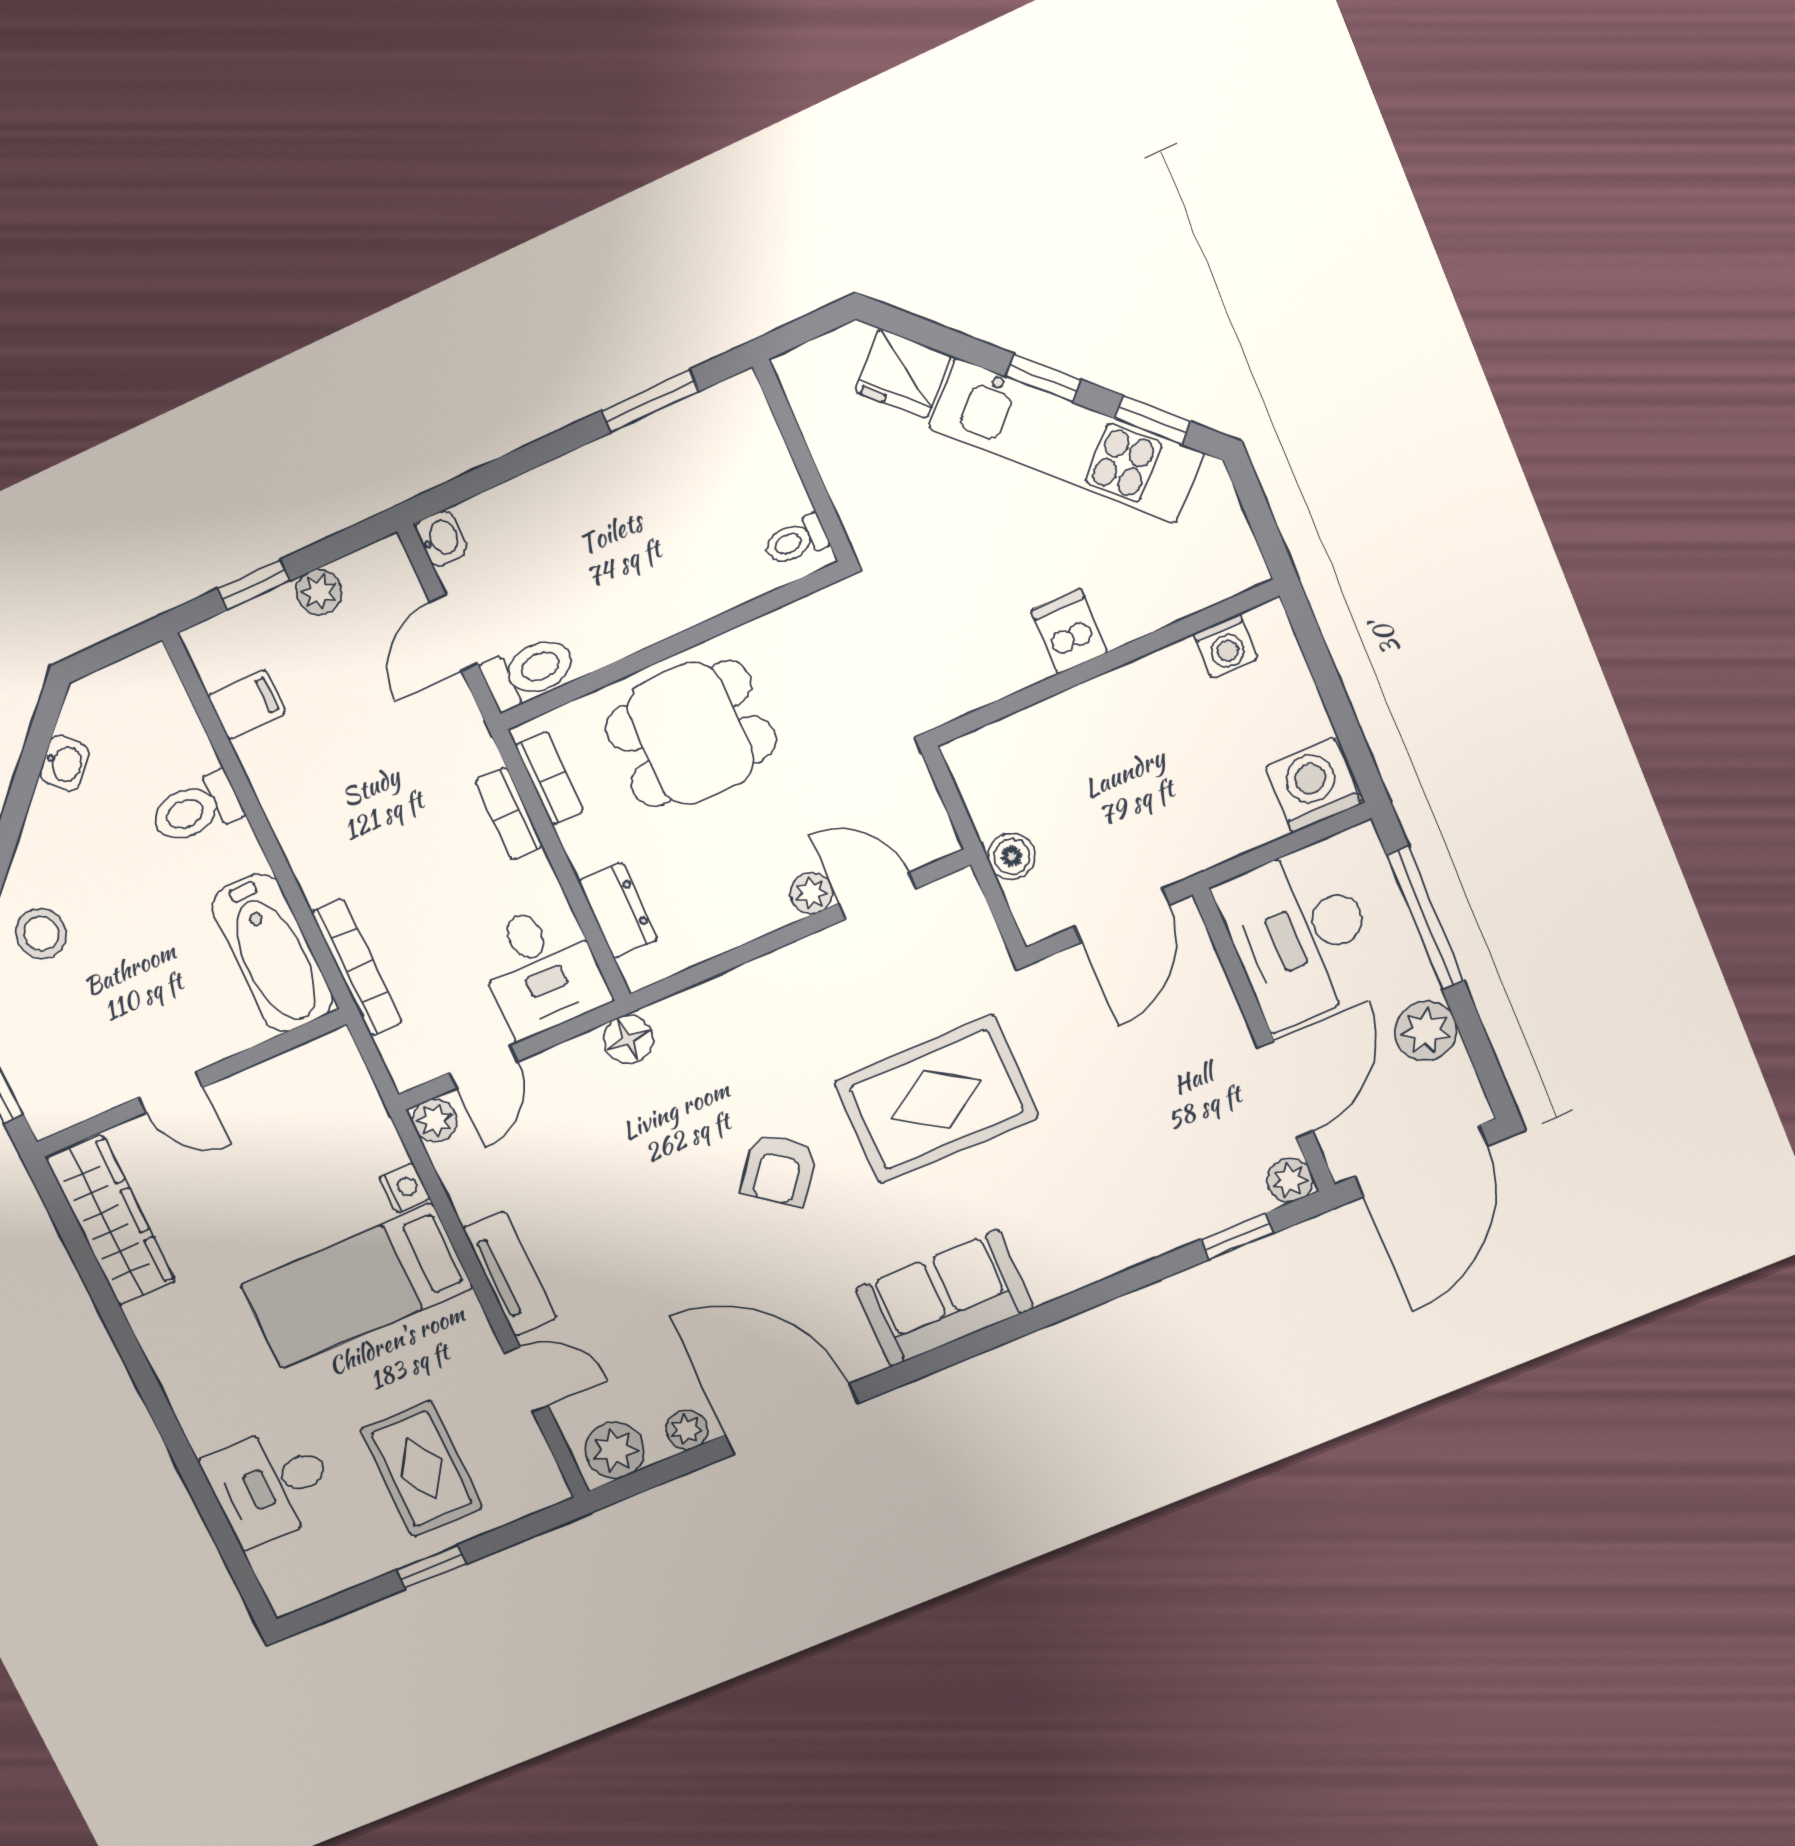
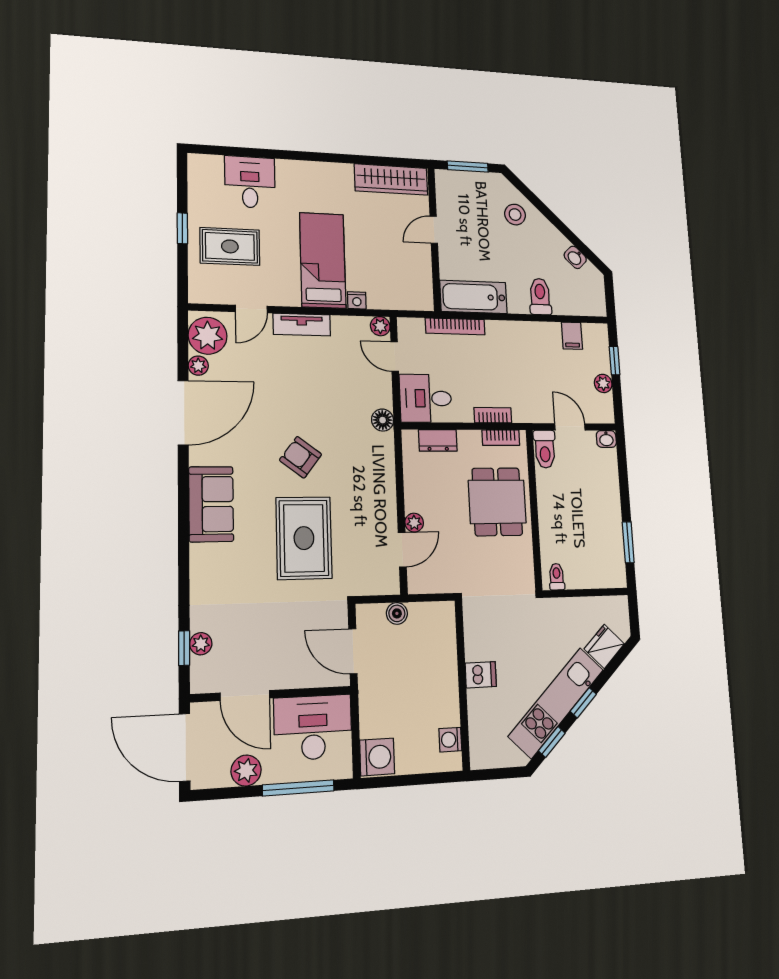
plant: (1290, 1180) -> (201, 644), moved
plant: (615, 1450) -> (208, 336), width x1.36, depth x1.36

